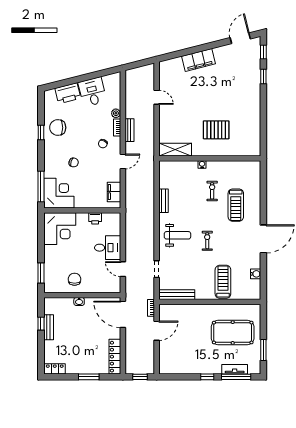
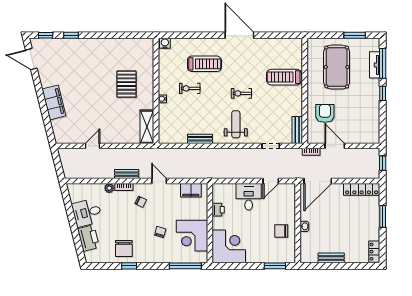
corner desk: (59, 193) -> (192, 236), moved, turned -90
water cooler: (256, 274) -> (165, 43), moved
bench: (177, 295) -> (297, 130), width x0.73
armchair: (188, 321) -> (325, 113), added
window: (41, 324) -> (327, 266), removed

